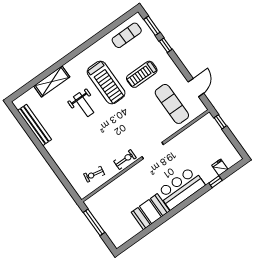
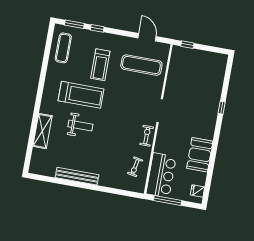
bench: (35, 125) -> (77, 176), moved
fridge: (220, 167) -> (197, 191), moved
window: (216, 182) -> (222, 108), moved
bar counter: (181, 188) -> (161, 175), moved, turned 180

